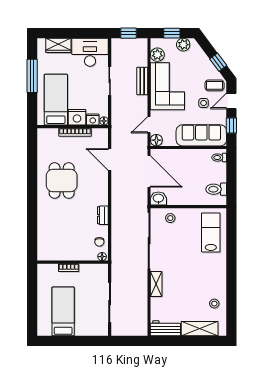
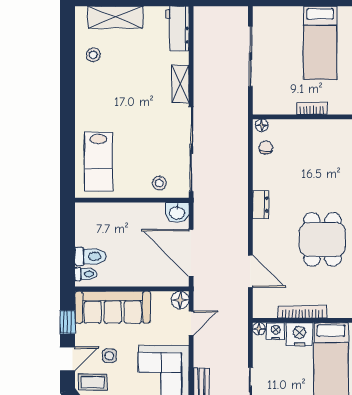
toilet: (216, 189) -> (90, 256), moved
dresser: (103, 215) -> (261, 205), moved
workbench: (165, 328) -> (177, 28), moved, turned 90

